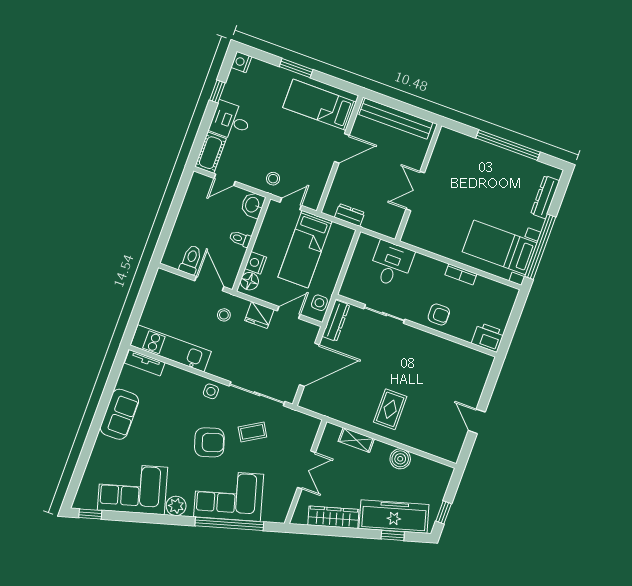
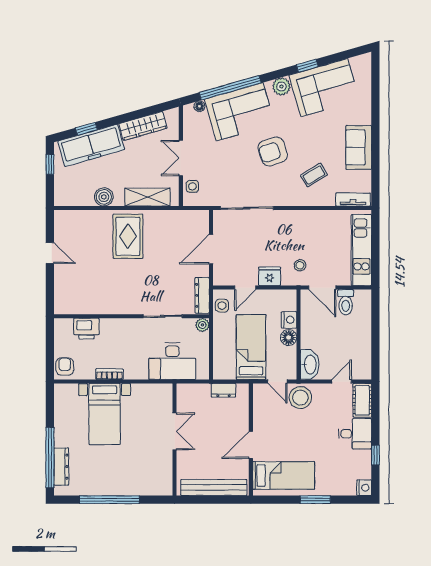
stool: (273, 179) -> (300, 398), width x1.89, depth x1.89
door: (291, 204) -> (277, 381), hinge flipped
washbasin: (253, 205) -> (310, 365), width x1.38
toilet: (240, 239) -> (310, 336), removed
bed with nightstands: (500, 247) -> (105, 414), moved, turned 90
window: (540, 247) -> (50, 458), moved
desk: (391, 264) -> (172, 361), width x1.37
floor lamp: (249, 281) -> (289, 338), moved
plant: (347, 290) -> (202, 325), added
armchair: (439, 314) -> (65, 366), moved, turned 90
printer: (488, 337) -> (86, 329), moved
kitchen unit: (171, 348) -> (361, 250), moved, turned 90
door: (309, 365) -> (211, 249), width x0.73
side table: (211, 391) -> (192, 186), moved
rug: (390, 409) -> (128, 236), width x1.36, depth x1.43
coffee table: (252, 432) -> (314, 175), moved
shelving: (356, 440) -> (147, 197), width x1.50, depth x1.33
window: (90, 514) -> (307, 66), moved
floor lamp: (268, 516) -> (199, 106), added

